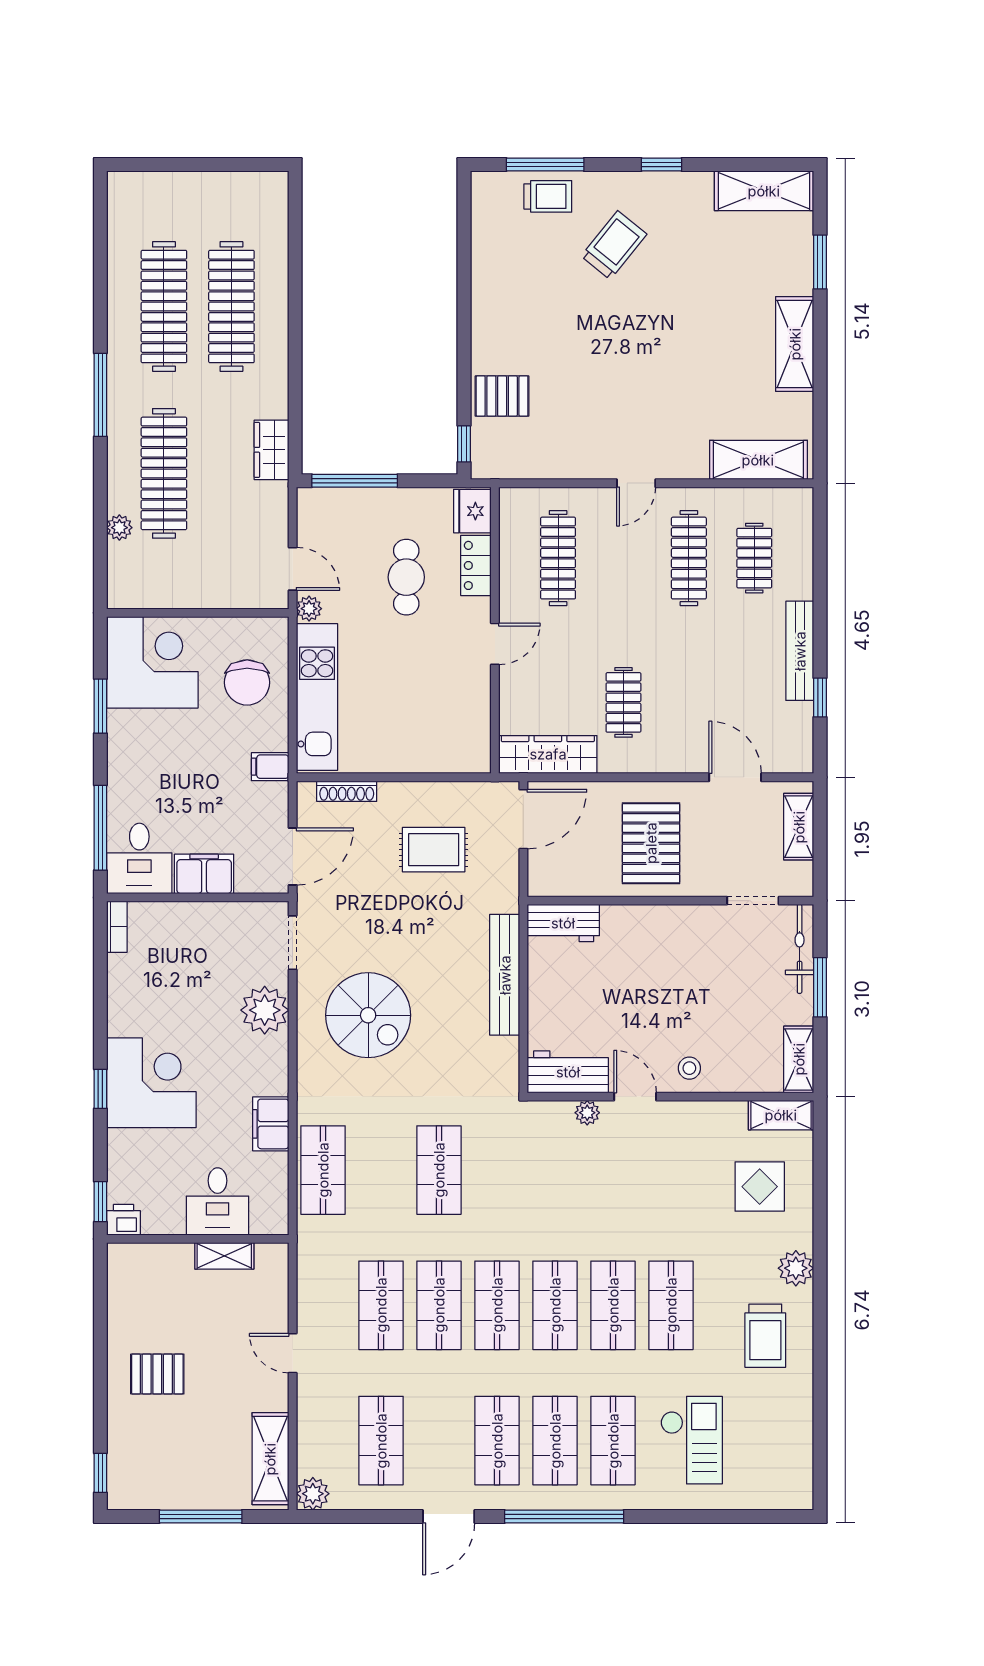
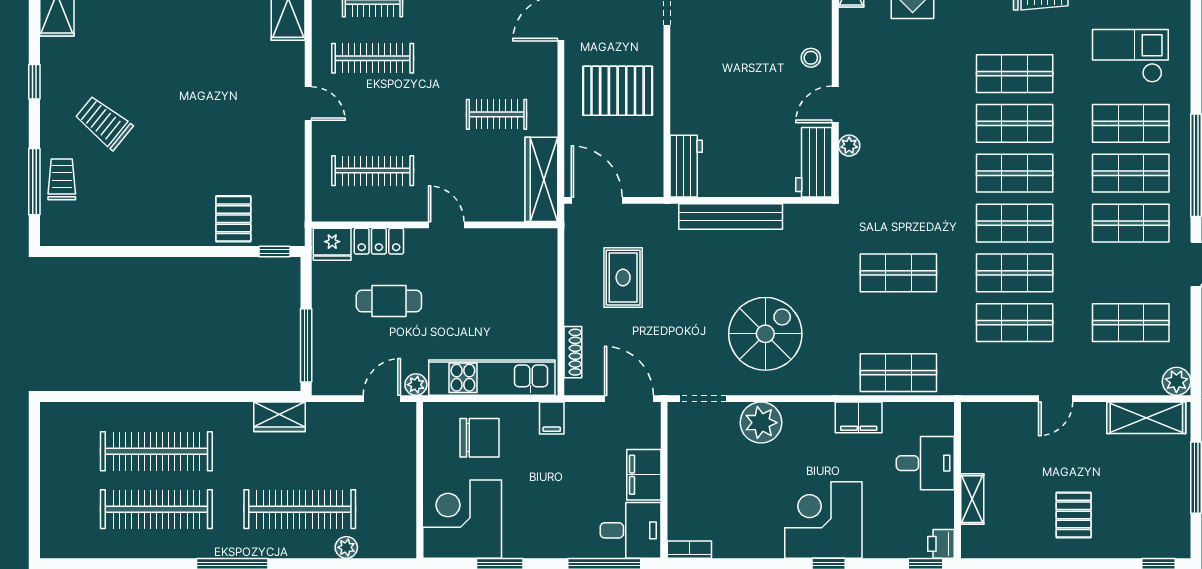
shelving: (224, 1256) -> (972, 499), moved

